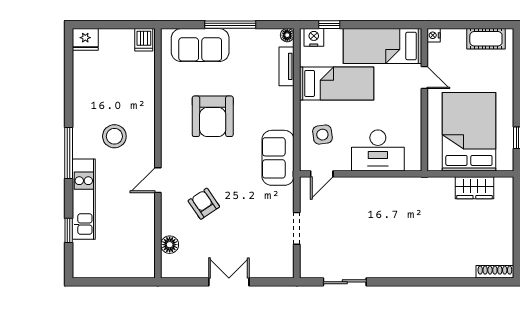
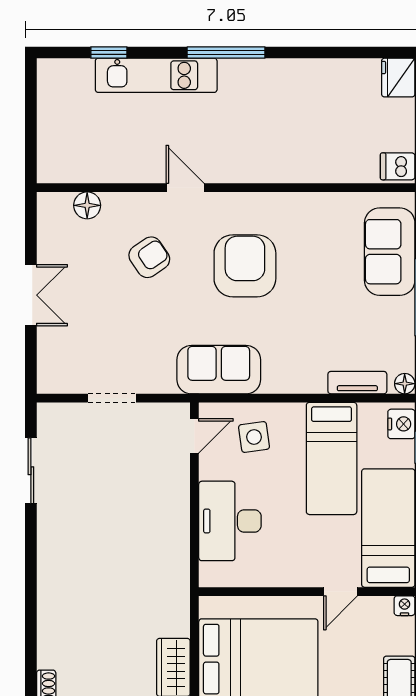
armchair: (213, 116) -> (245, 266), moved, turned 90
stool: (114, 136) -> (251, 122), removed
door: (322, 174) -> (194, 436), swing flipped

